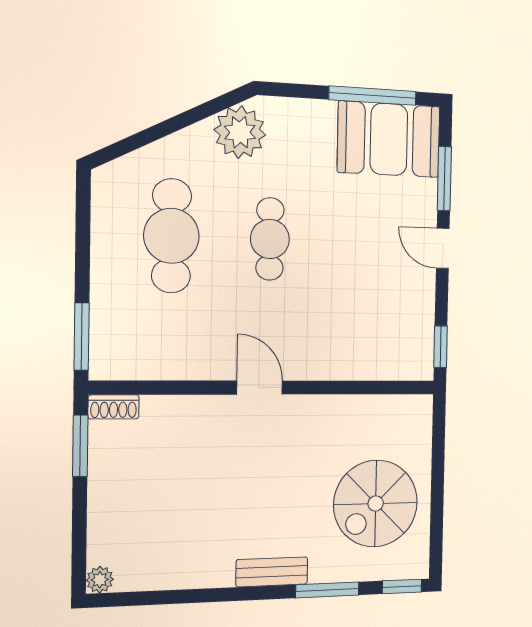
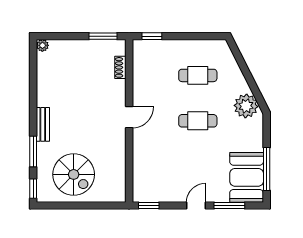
cafe table: (171, 236) -> (198, 75), width x0.73, depth x0.74
window: (82, 337) -> (152, 36), width x0.67
shoe rack: (114, 407) -> (120, 67), moved
spiral stairs: (376, 504) -> (74, 174), turned 180

